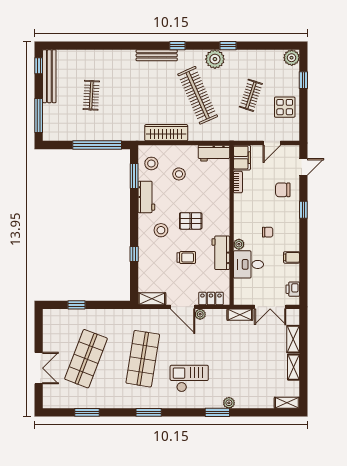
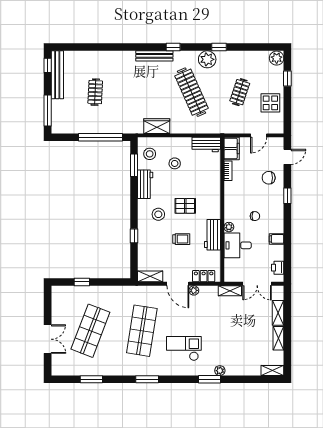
wardrobe: (166, 133) -> (157, 126), width x0.67

